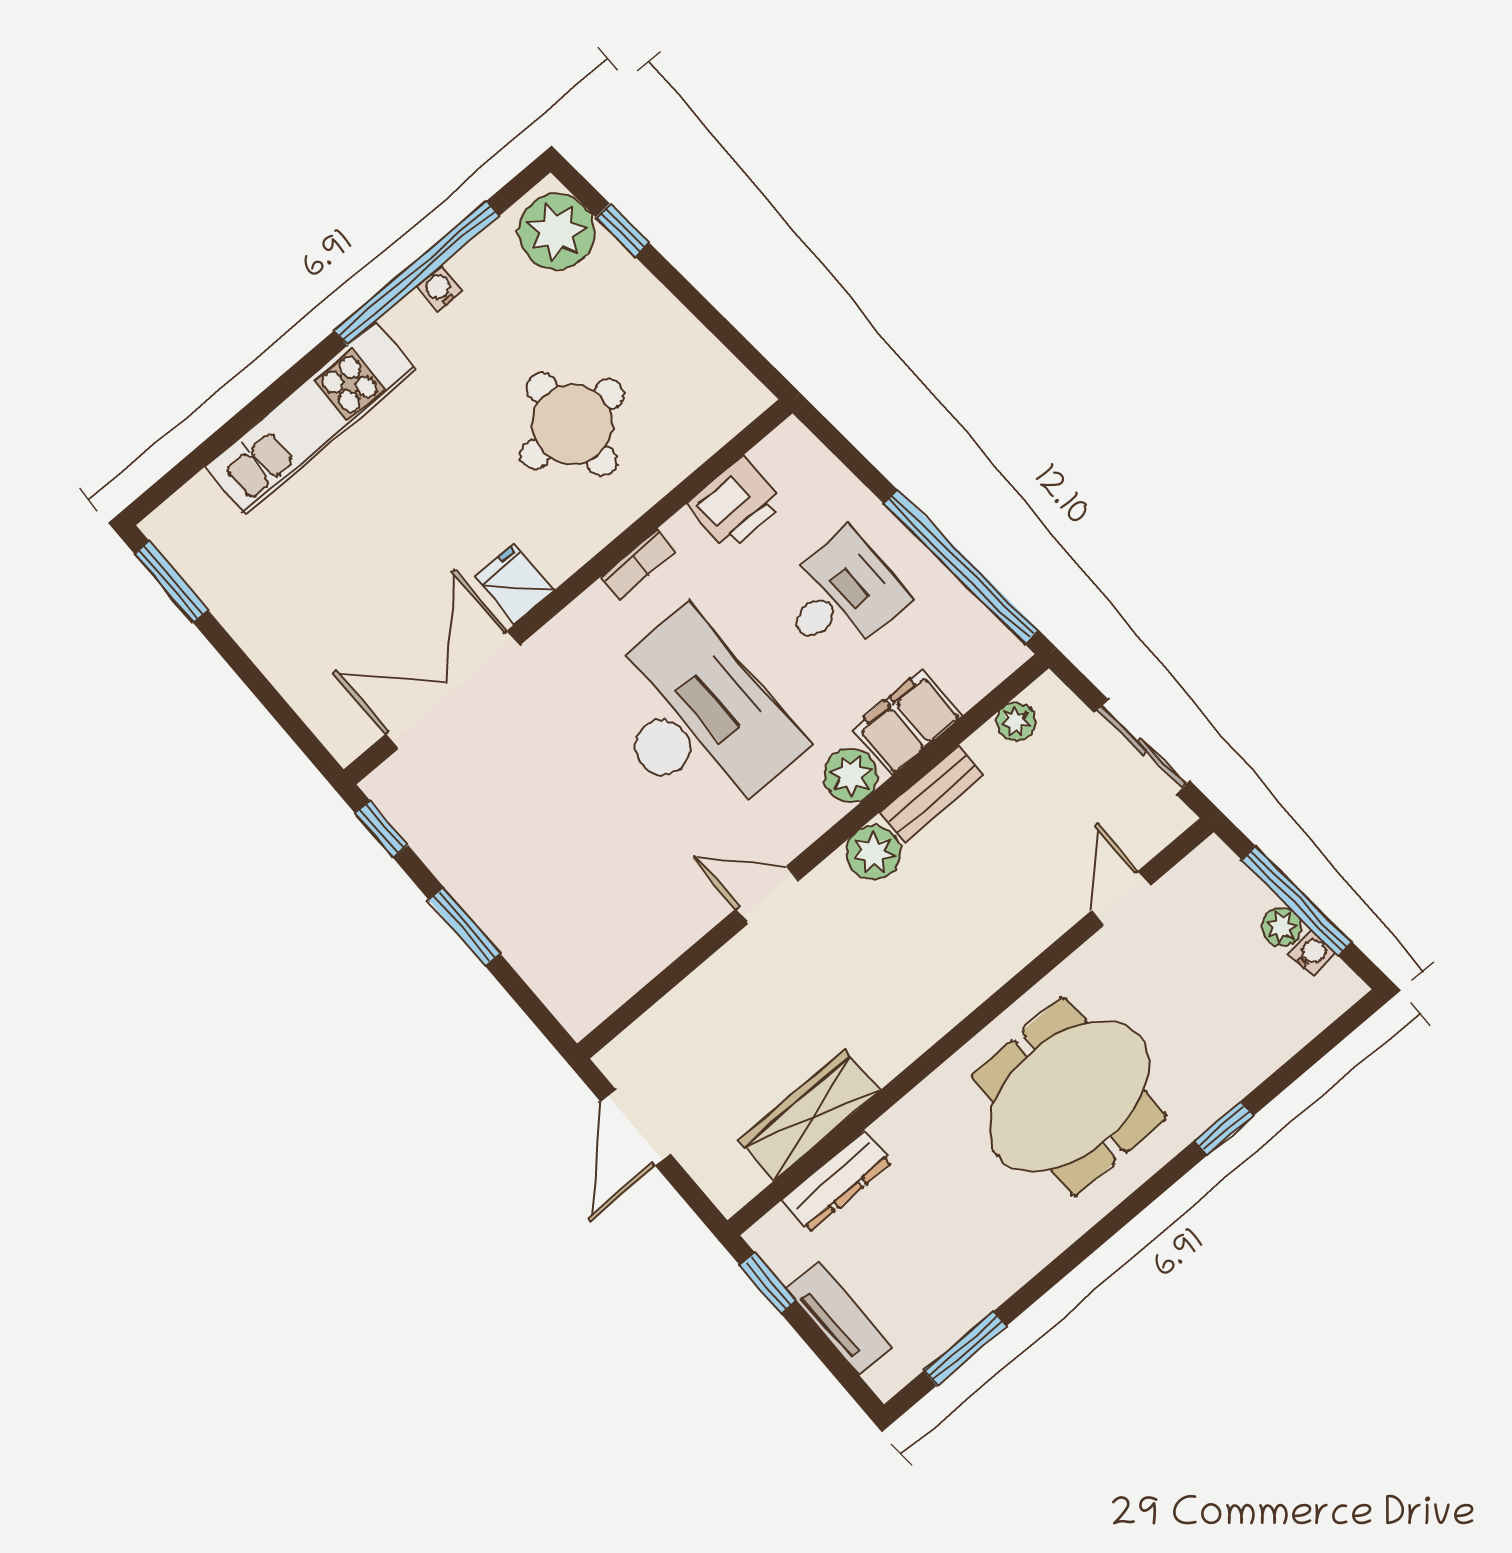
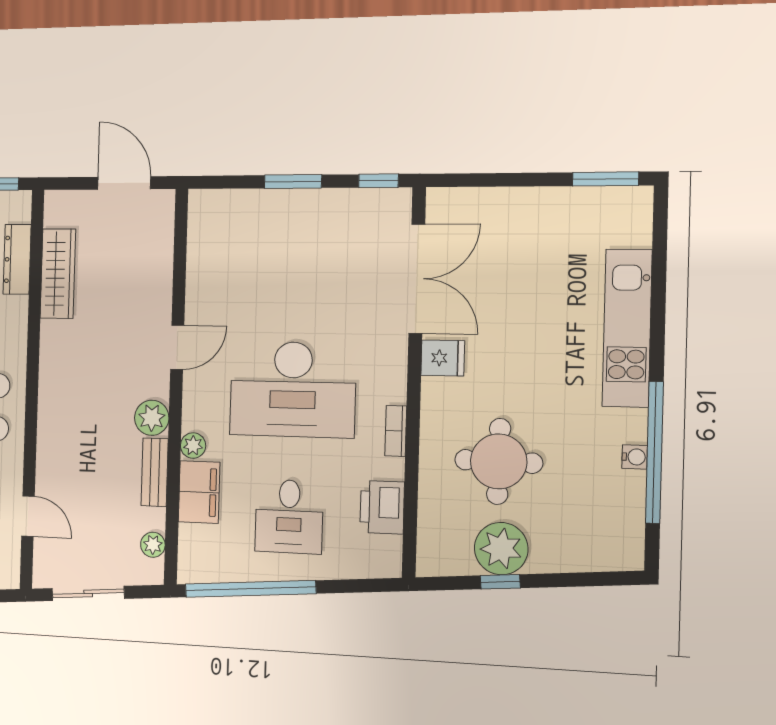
window: (622, 230) -> (500, 582), moved
plant: (557, 232) -> (501, 549), moved
plant: (851, 775) -> (193, 446), width x0.73, depth x0.73

